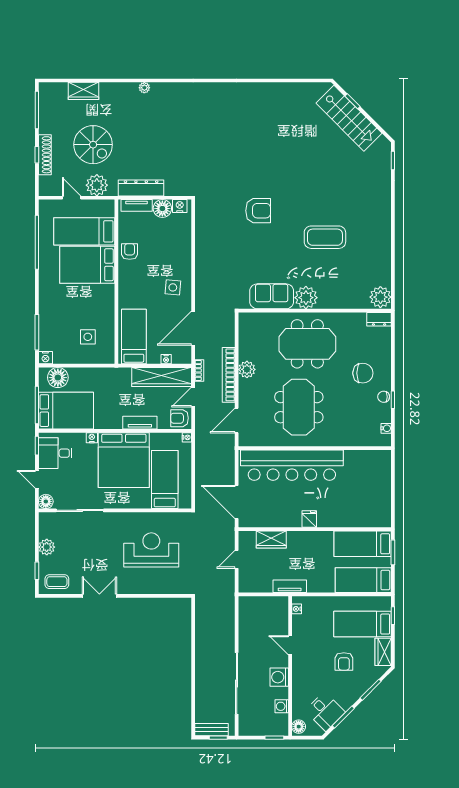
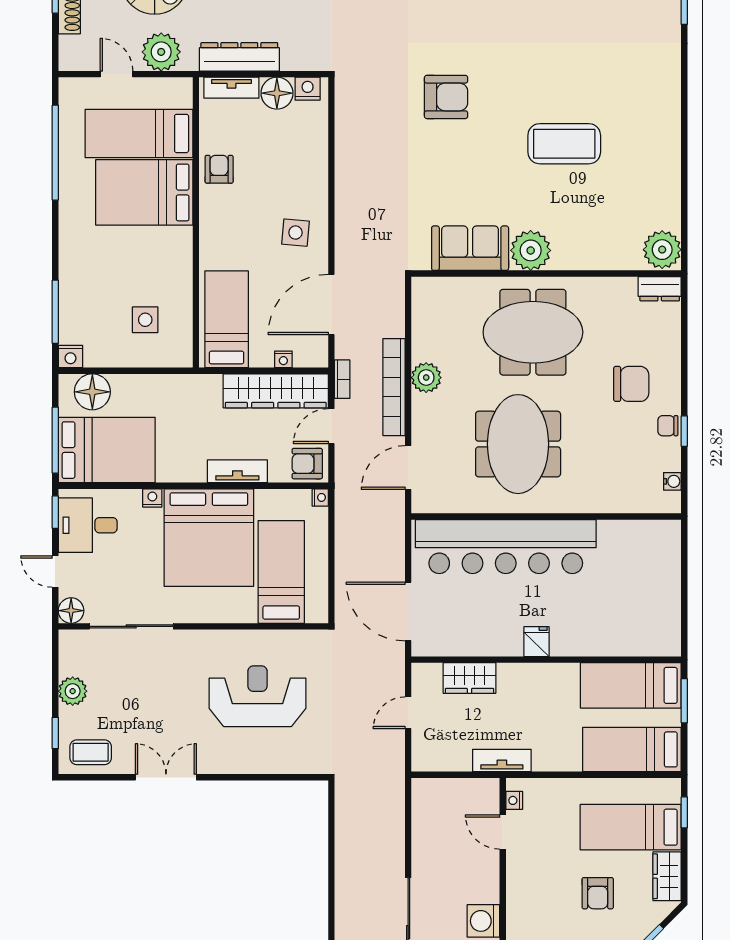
door: (290, 645) -> (503, 832), moved

